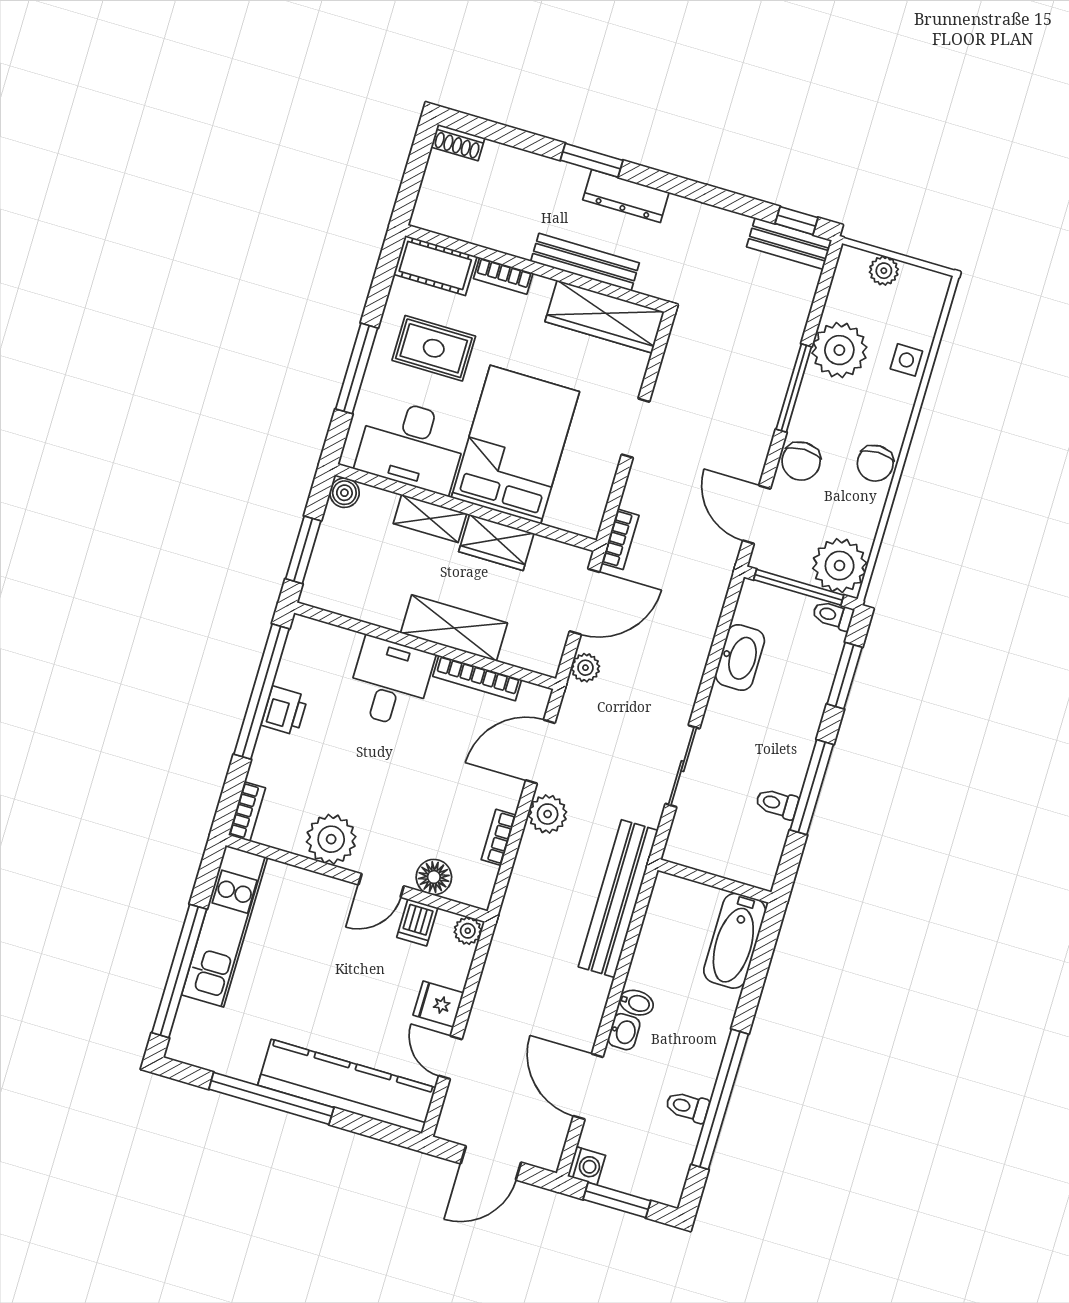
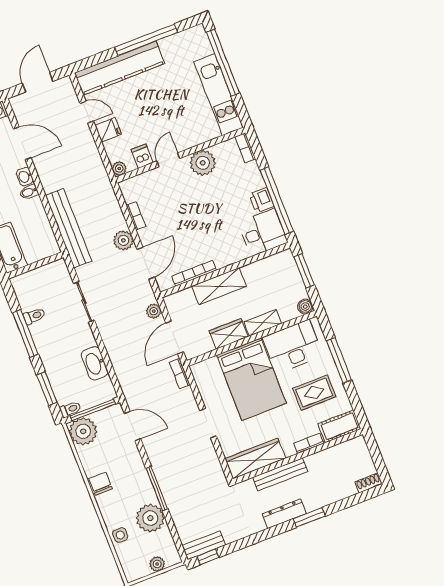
chair: (801, 461) -> (131, 461), removed
desk: (390, 682) -> (263, 232), moved, turned -90
floor lamp: (434, 877) -> (150, 180), removed

